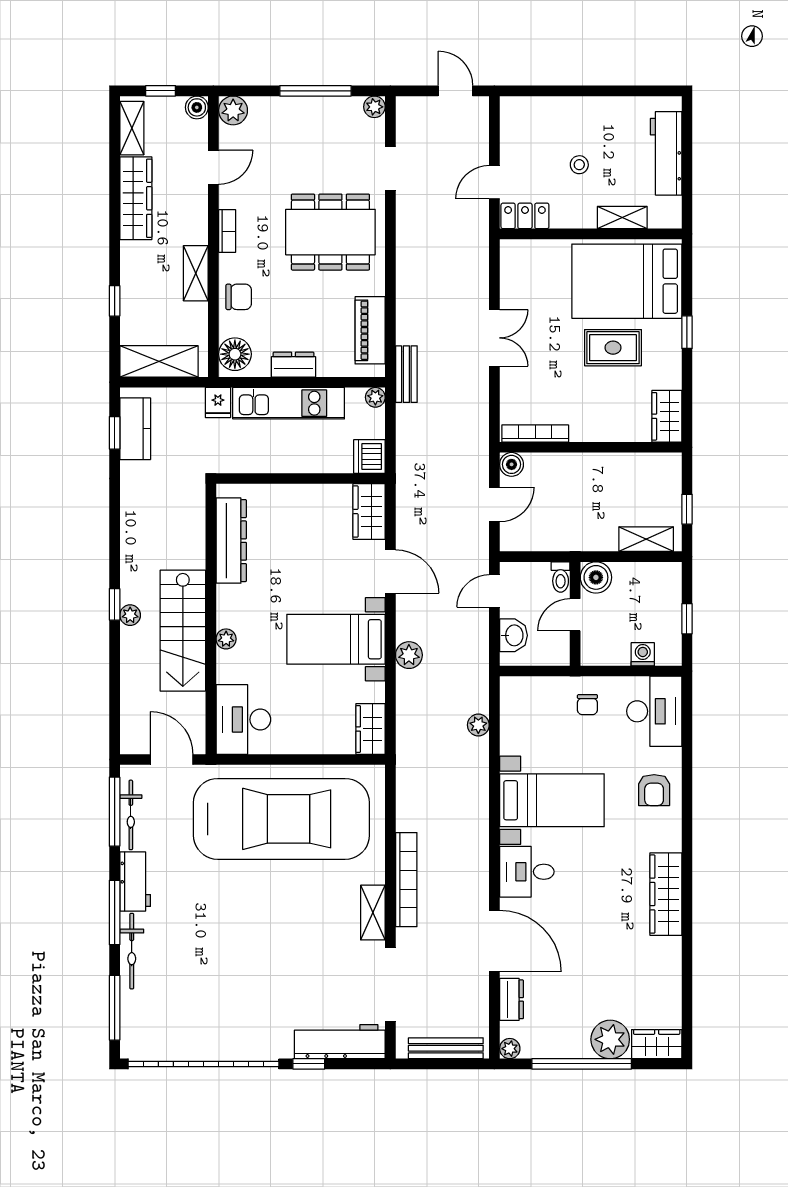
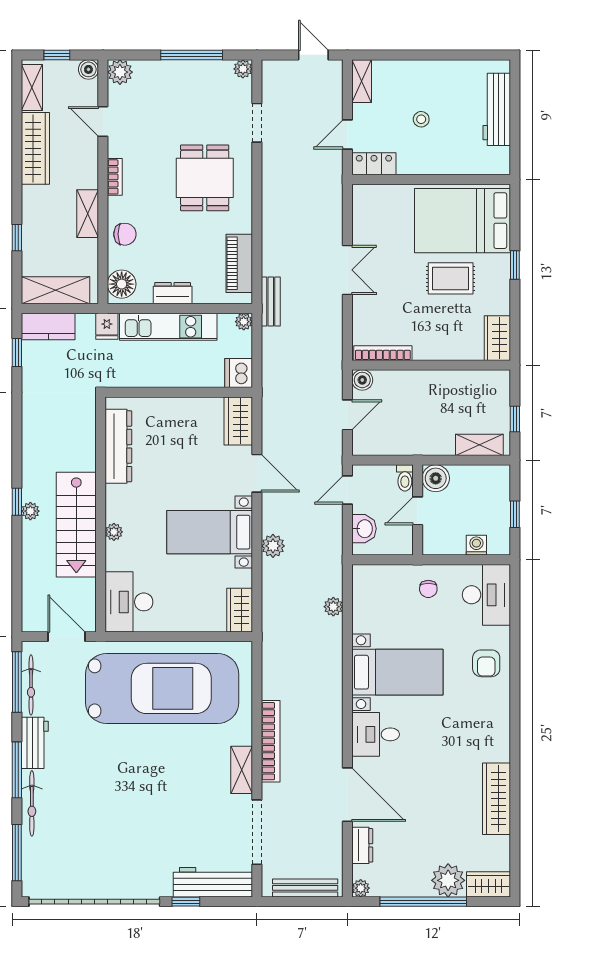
door: (213, 167) -> (103, 121), swing flipped
shelving: (622, 218) -> (362, 81), moved, turned 90
dining table: (330, 232) -> (205, 178), width x0.73
kitchen counter: (135, 429) -> (48, 326), moved, turned 90
wardrobe: (666, 894) -> (496, 799), moved

